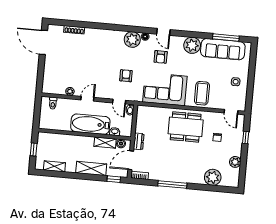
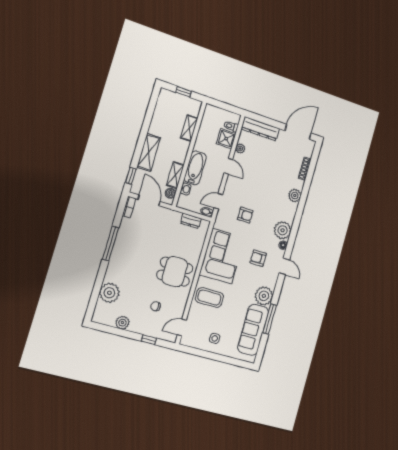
door: (163, 32) -> (284, 266), swing flipped
plant: (100, 34) -> (295, 195), added
window: (226, 37) -> (270, 319), moved
dresser: (49, 77) -> (260, 129), added
shower: (64, 105) -> (226, 139), added
bathtub: (90, 124) -> (195, 168), width x0.73, depth x0.73
dining table: (186, 127) -> (175, 272), width x0.73
dresser: (139, 141) -> (191, 221), moved
shelving: (54, 166) -> (189, 128), moved

